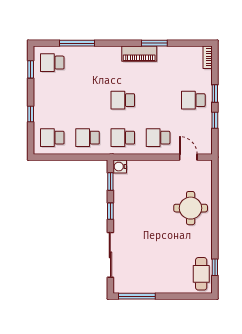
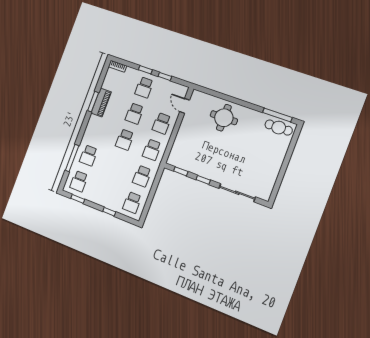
piano: (139, 54) -> (101, 103), moved
school desk: (88, 63) -> (89, 155), added
school desk: (158, 100) -> (134, 114), added
door: (188, 157) -> (185, 106), hinge flipped
water cooler: (120, 167) -> (172, 160), removed
window: (215, 267) -> (277, 115), width x2.17
window: (137, 296) -> (278, 184), removed

